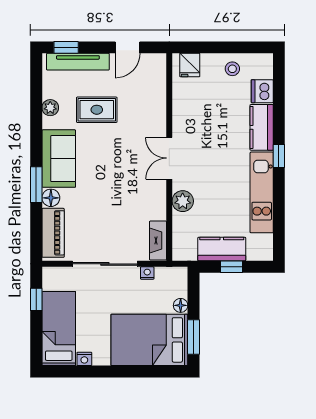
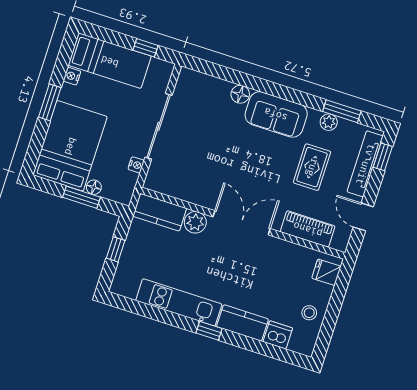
double door: (169, 158) -> (242, 223), width x1.37
window: (36, 185) -> (342, 111), moved
piano: (53, 233) -> (308, 229), moved, turned 180
fireplace: (158, 241) -> (165, 186), removed
kitchen counter: (222, 249) -> (160, 212), moved, turned 90
window: (193, 337) -> (82, 197), moved
window: (115, 372) -> (50, 102), added

